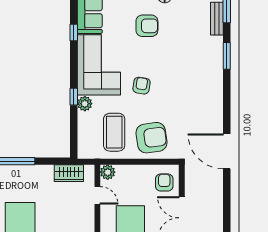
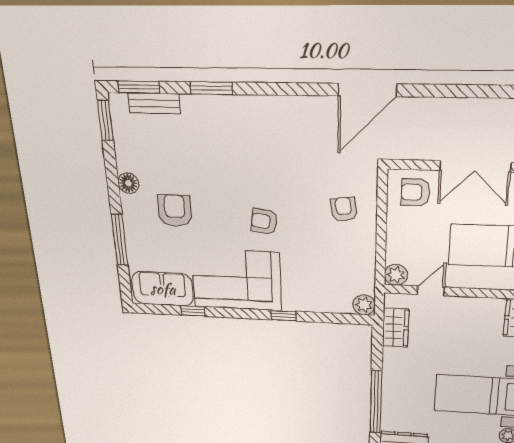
plant: (85, 104) -> (364, 305), moved
coffee table: (114, 132) -> (335, 263), removed
armchair: (152, 138) -> (344, 209), width x0.53, depth x0.53

